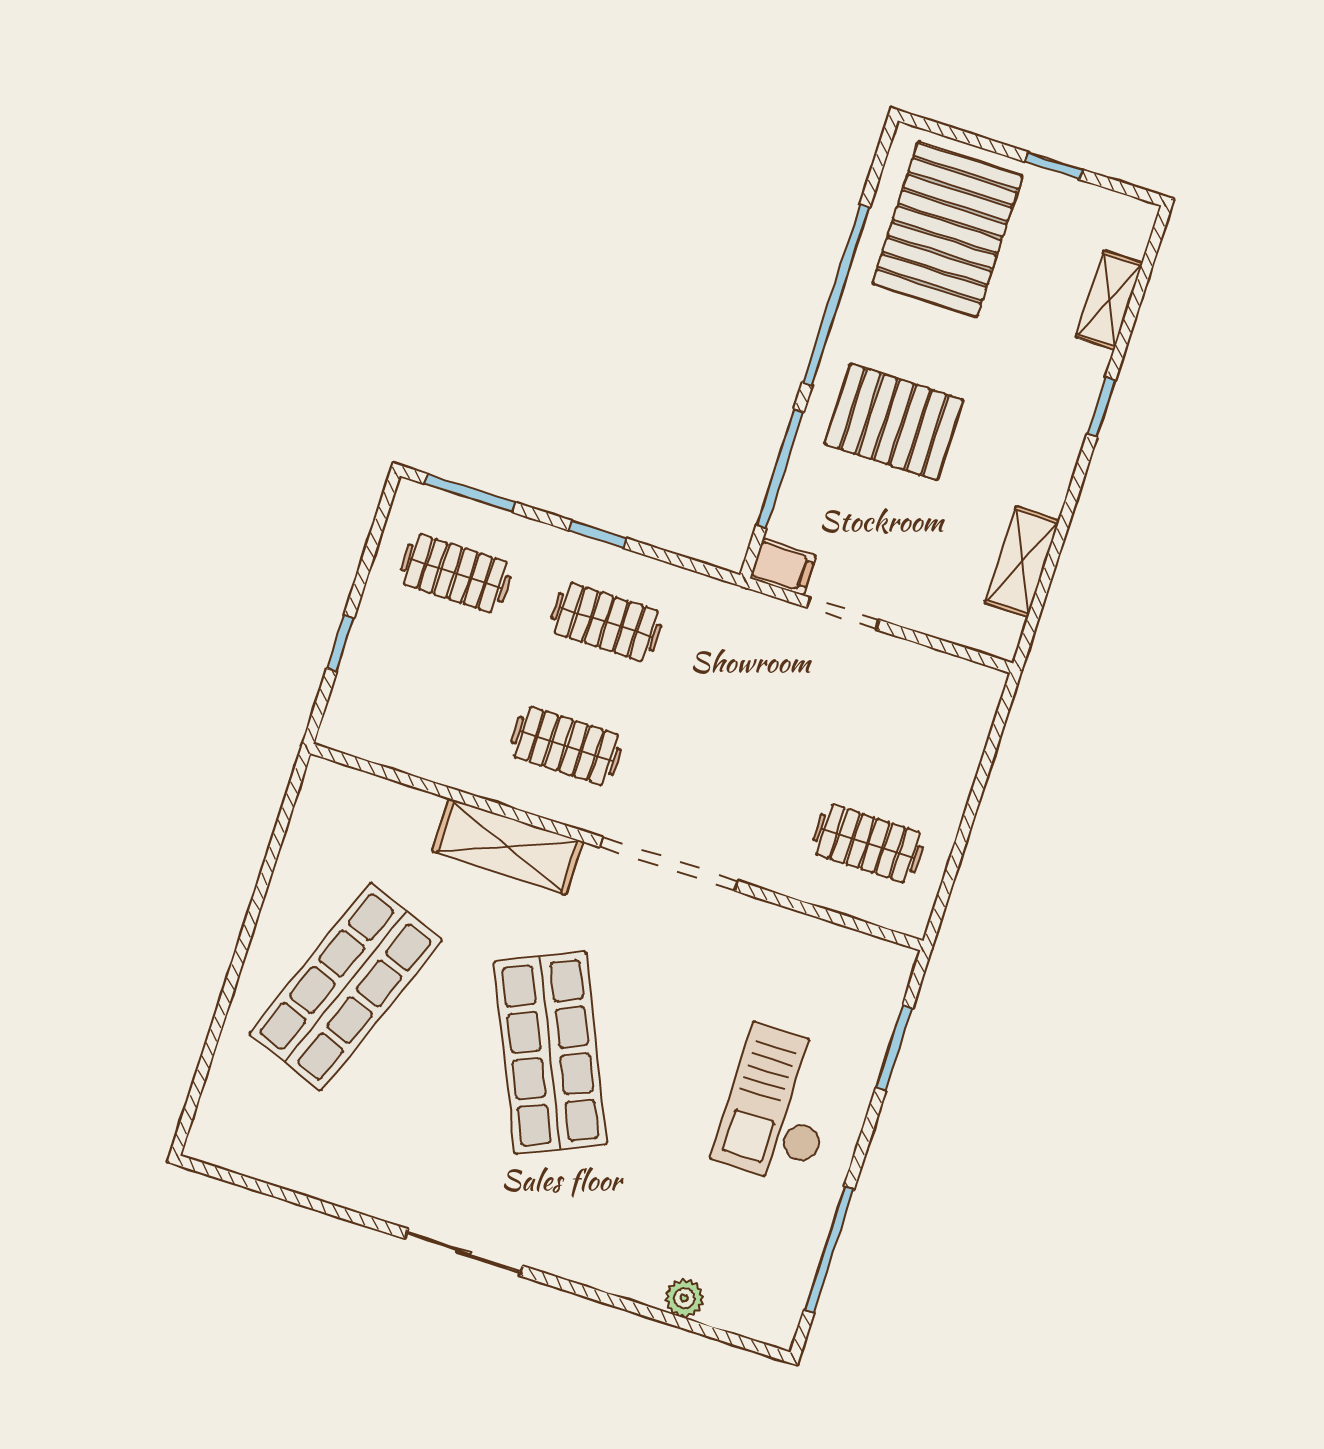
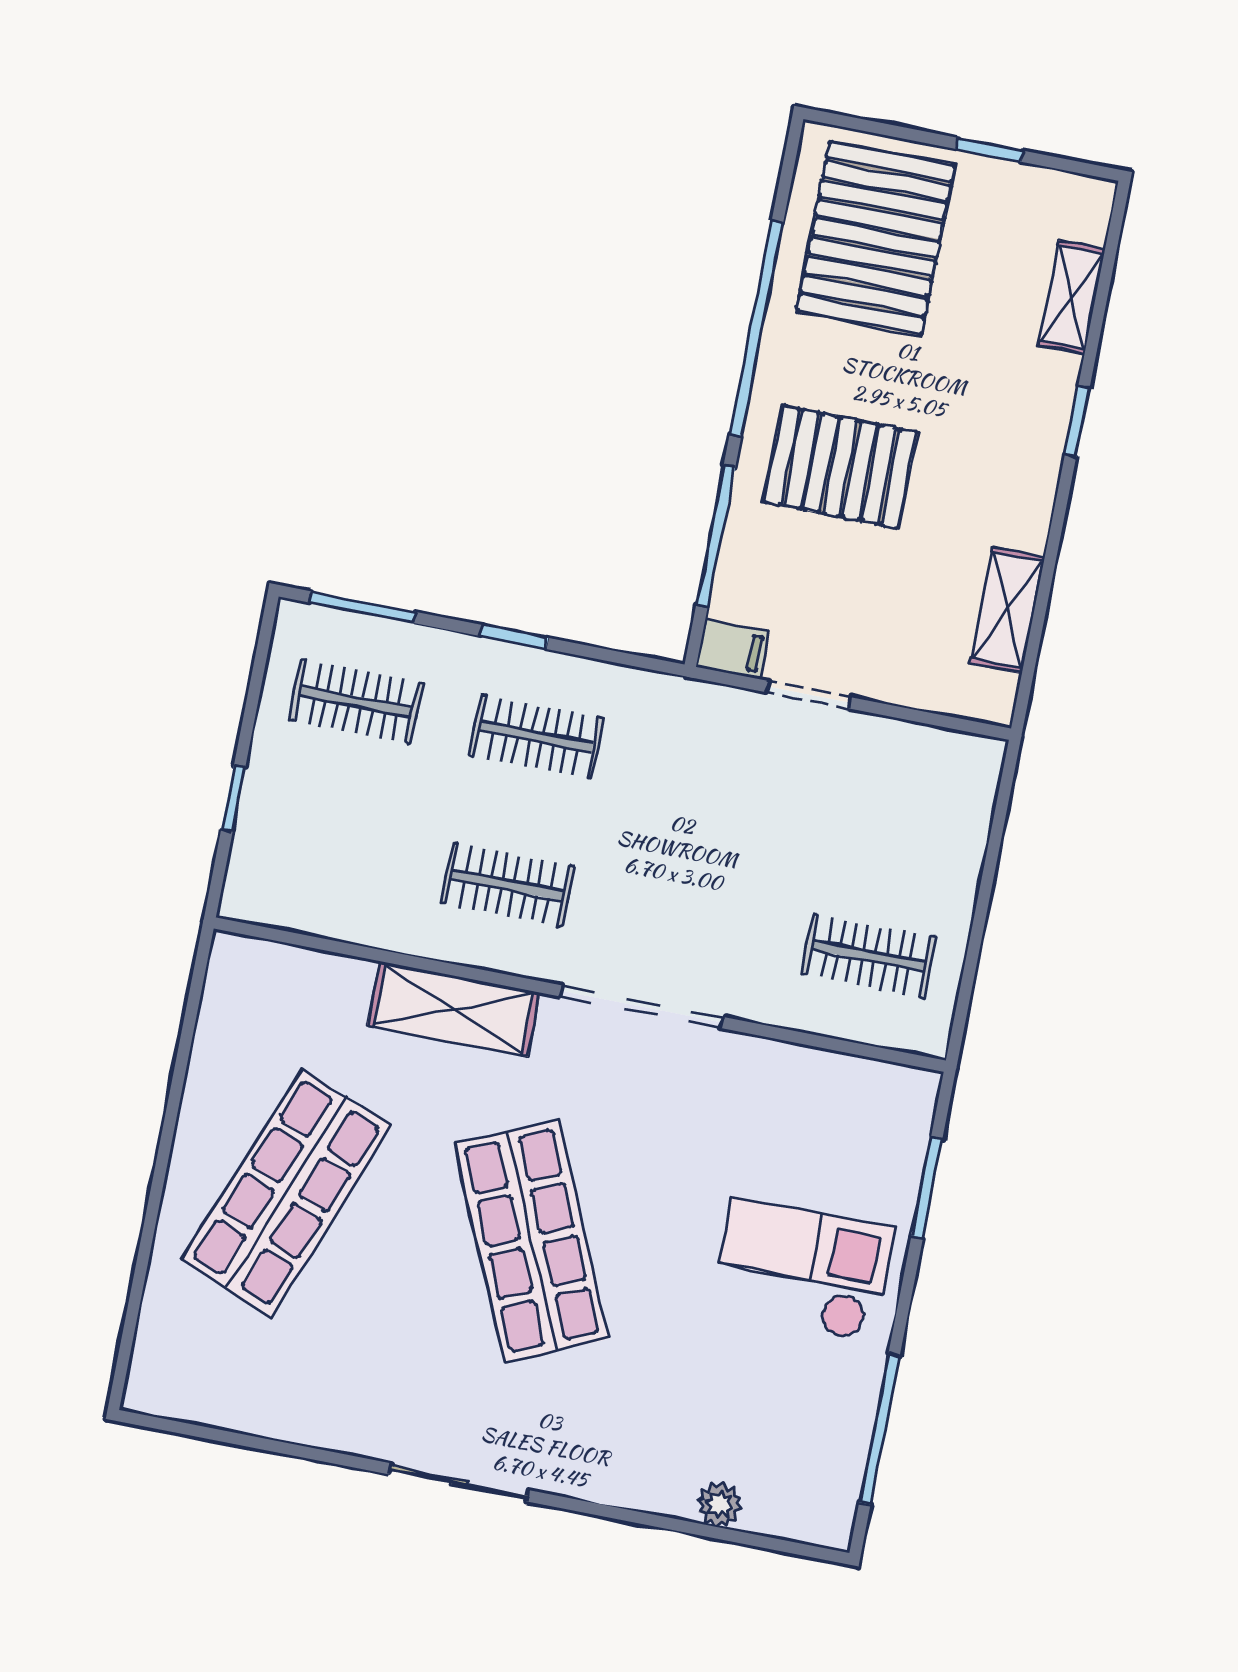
checkout: (779, 1105) -> (802, 1270), turned 90

